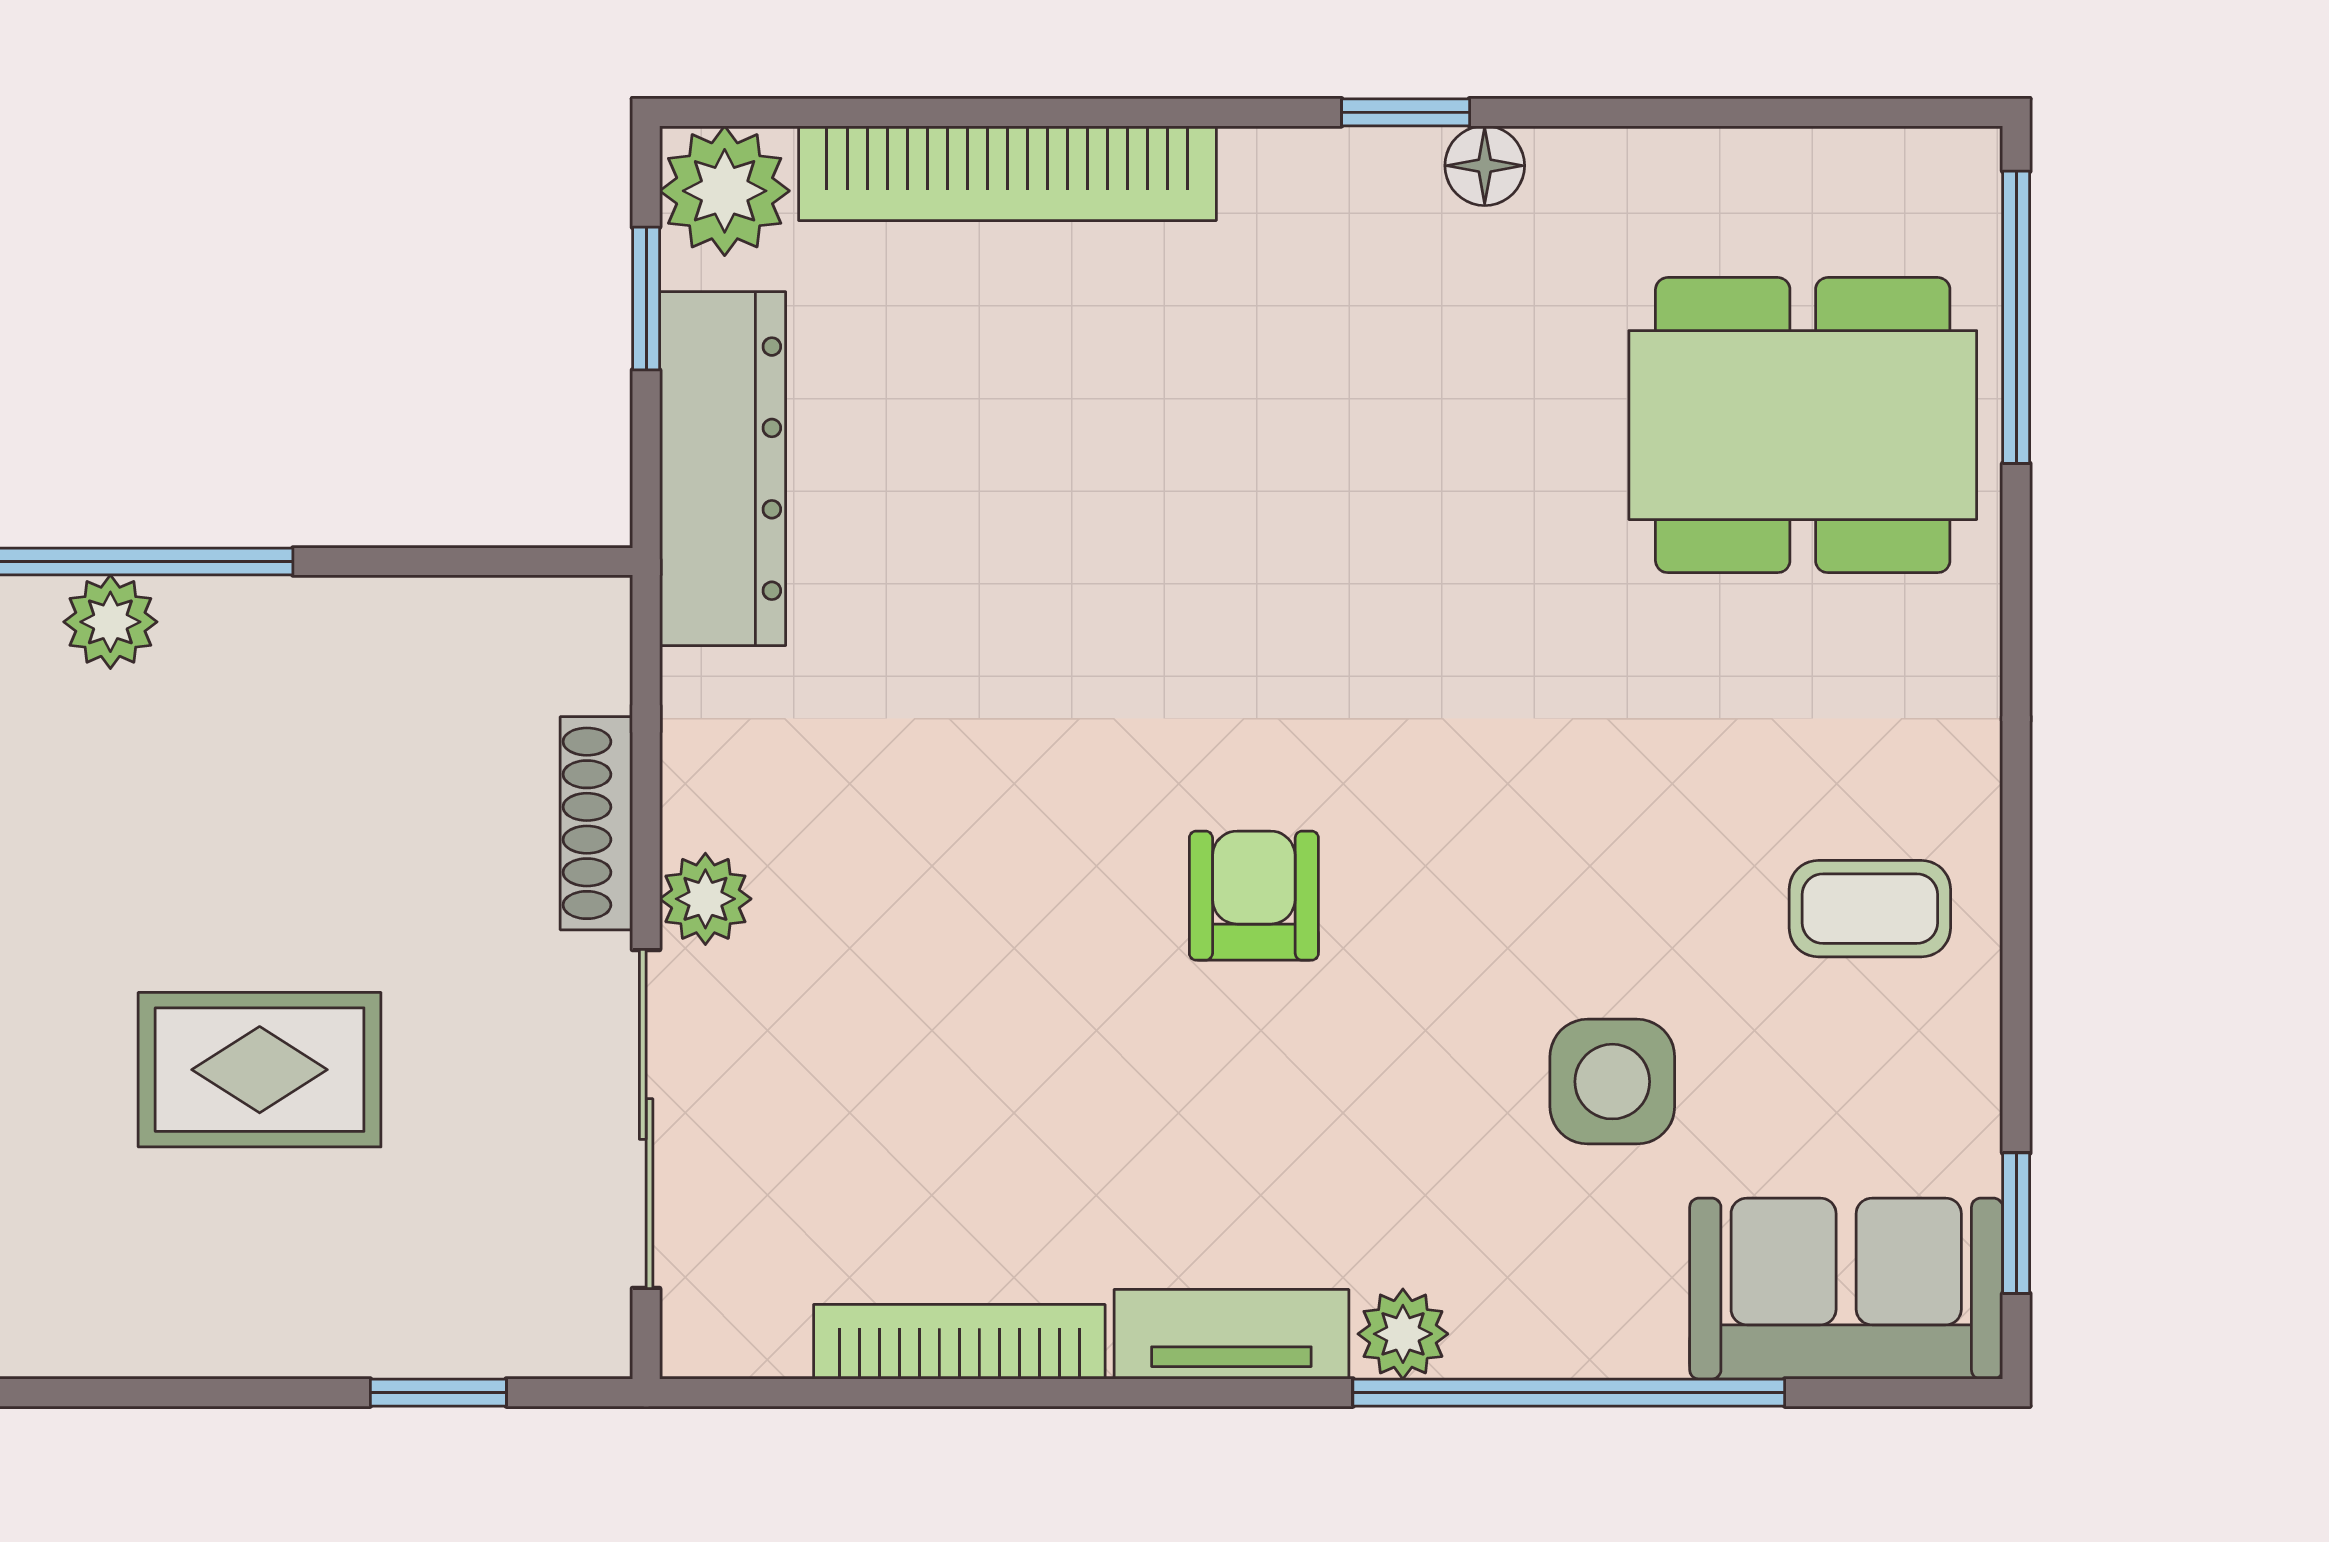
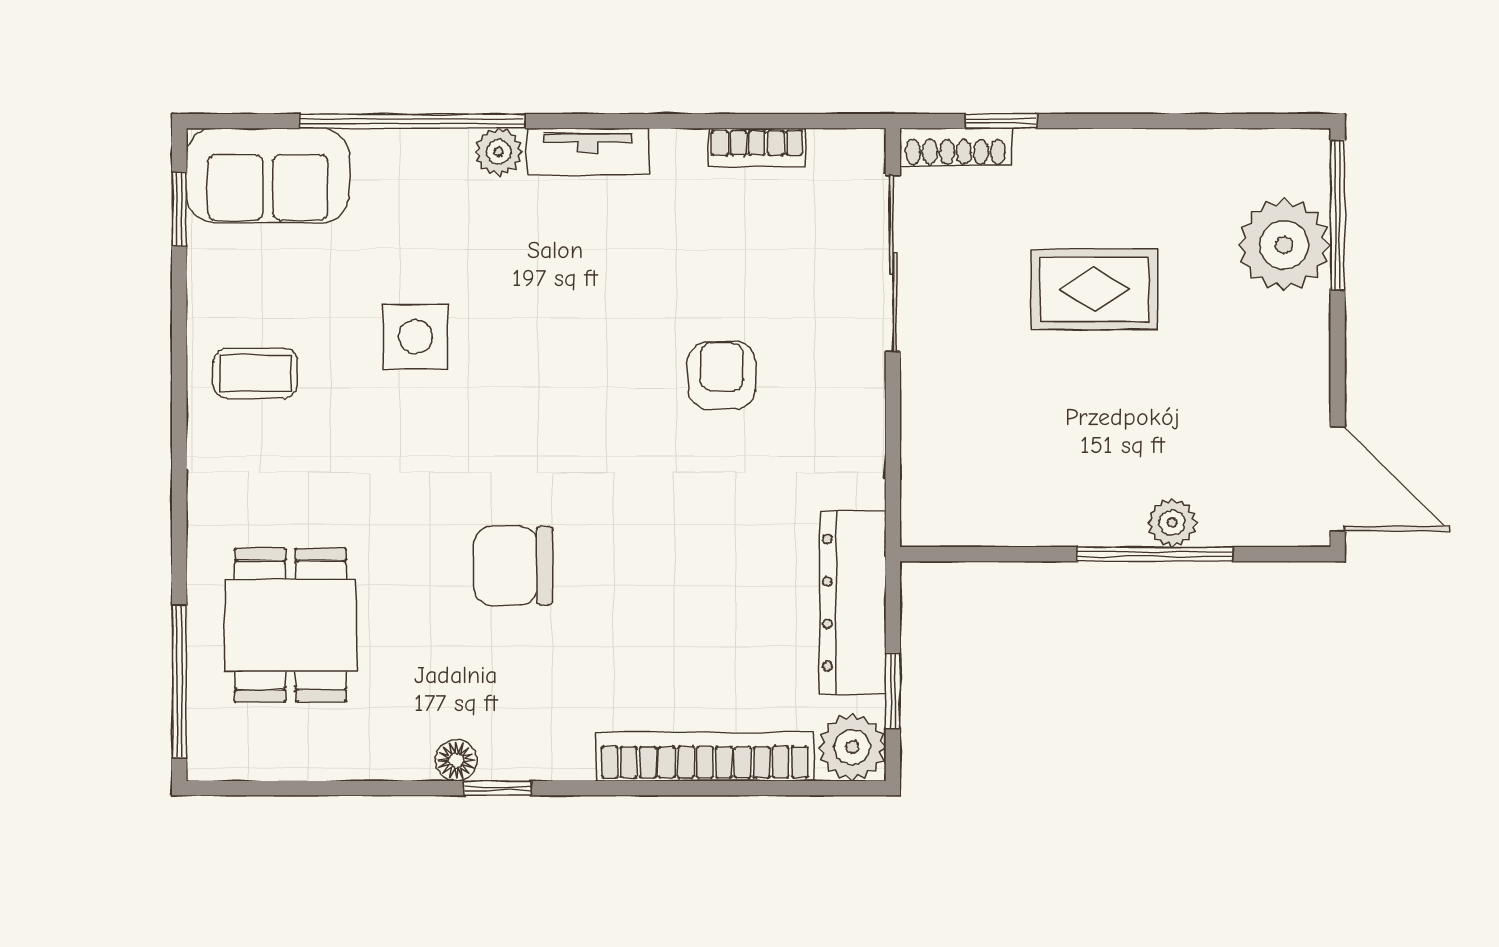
dining table: (1803, 425) -> (290, 625), width x0.73
chair: (1375, 539) -> (513, 566), added
shoe rack: (596, 823) -> (956, 147), moved, turned 90
armchair: (1254, 896) -> (722, 375), moved, turned 180
plant: (705, 899) -> (862, 378), removed
side table: (1612, 1082) -> (415, 337), moved
bookcase: (959, 1342) -> (757, 148), width x0.64

